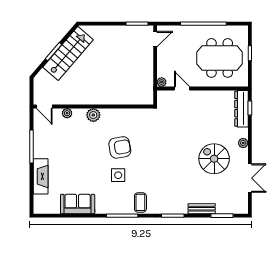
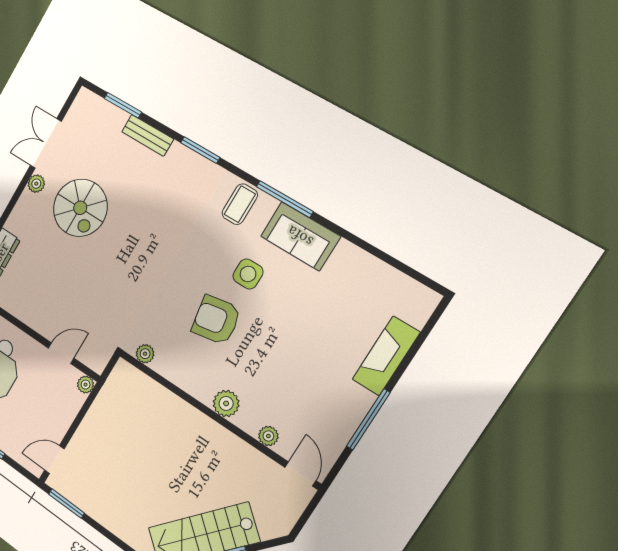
door: (182, 88) -> (61, 353), swing flipped
plant: (142, 113) -> (145, 354), added
plant: (243, 143) -> (36, 184), moved
sofa: (78, 204) -> (300, 236), moved

